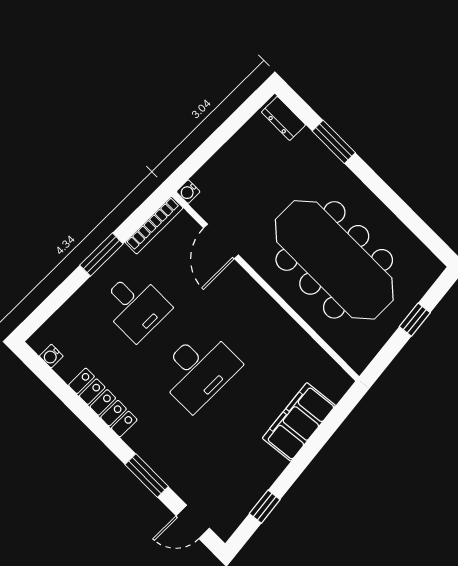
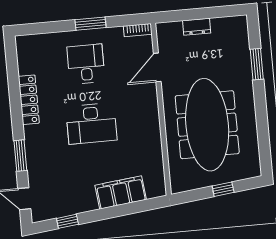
dresser: (283, 118) -> (197, 27), moved, turned -90
water cooler: (188, 192) -> (161, 28), removed
bookcase: (154, 225) -> (138, 30), width x0.64
desk: (135, 306) -> (86, 64), turned 180
water cooler: (51, 356) -> (22, 54), removed

